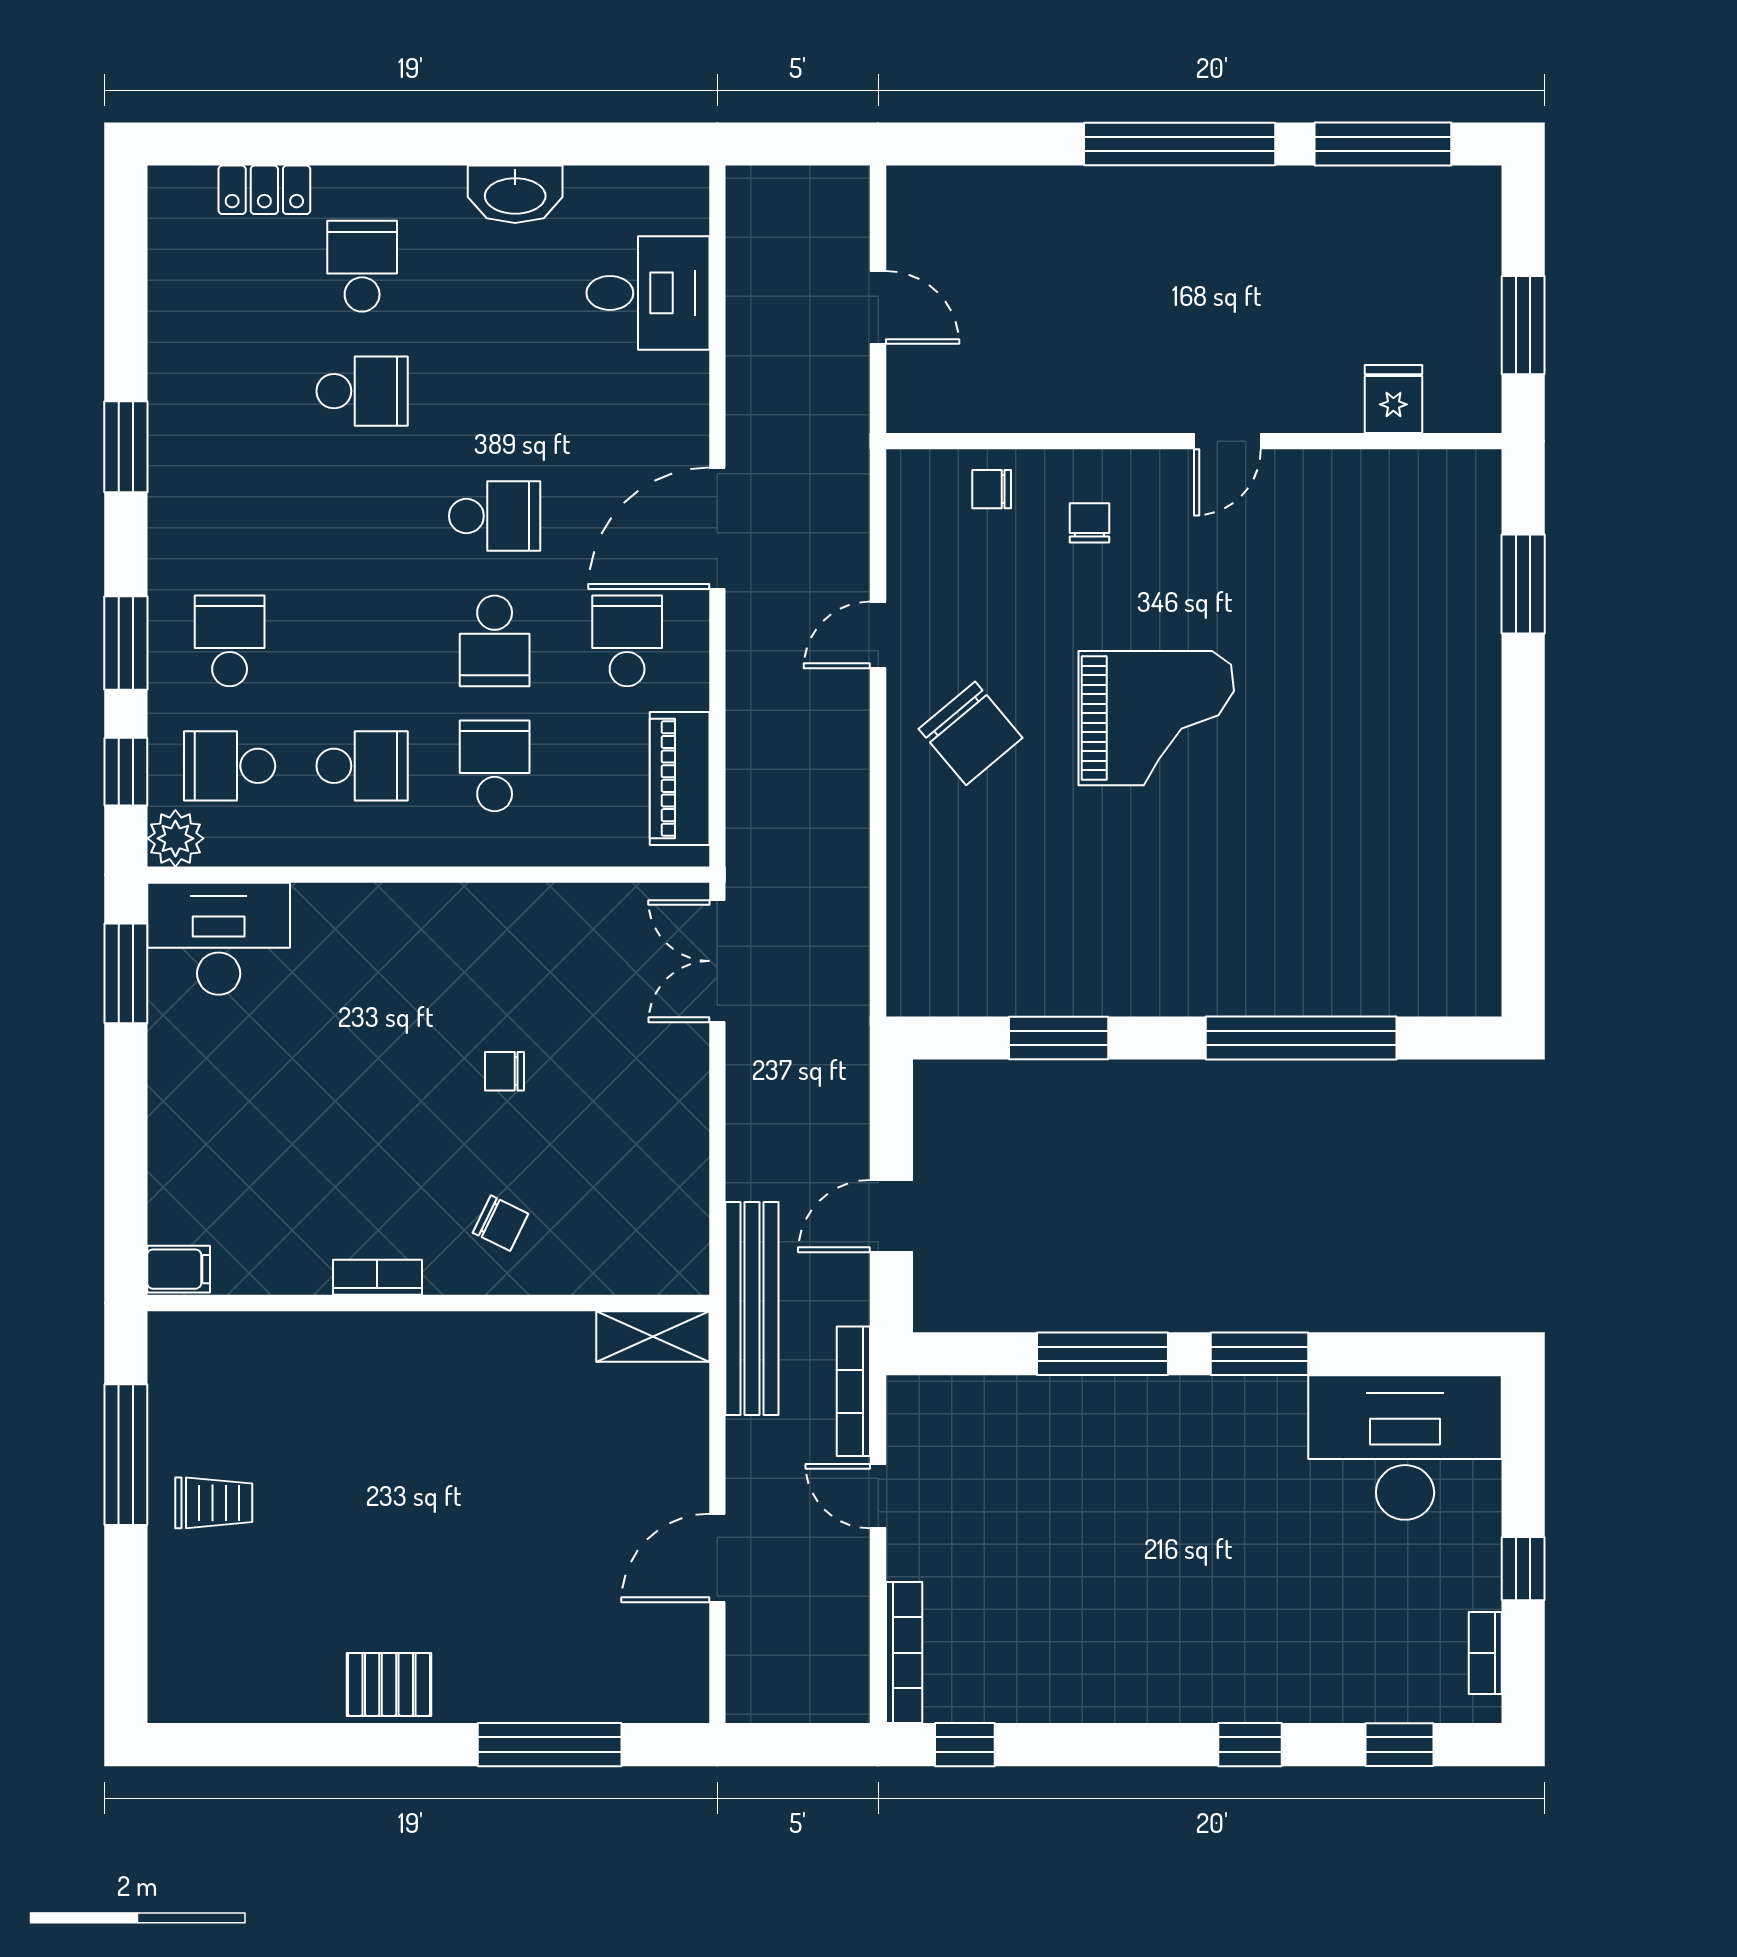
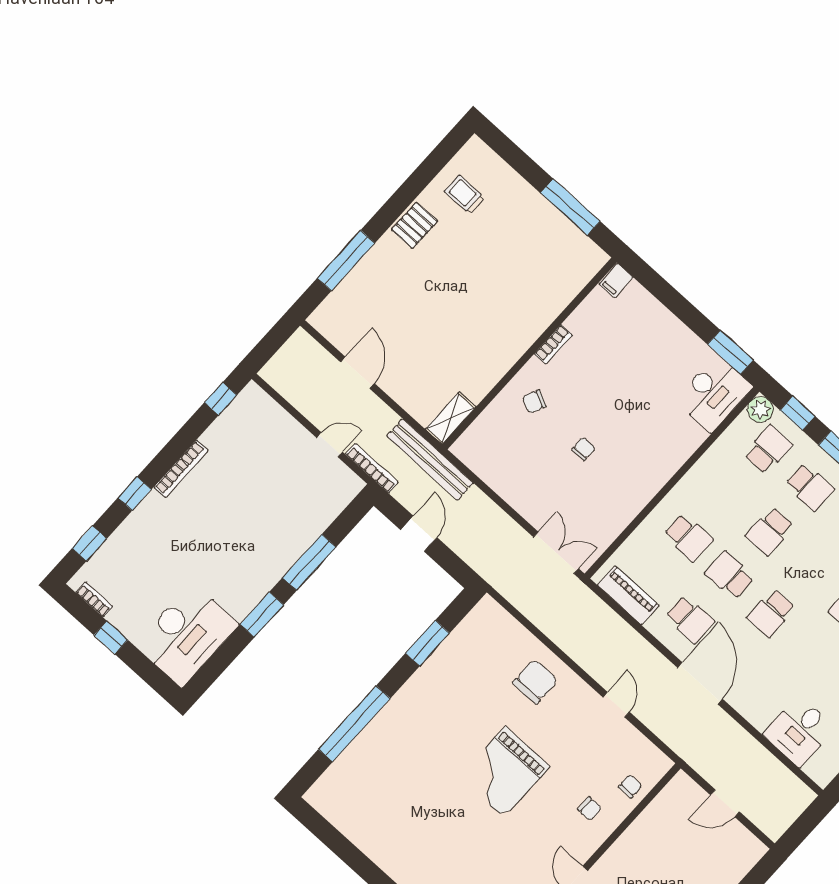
chair: (971, 733) -> (535, 682), moved, turned 130
school desk: (362, 766) -> (770, 531), moved
trolley: (214, 1503) -> (465, 195), moved, turned 90
bookcase: (904, 1653) -> (181, 469), moved, turned -90

